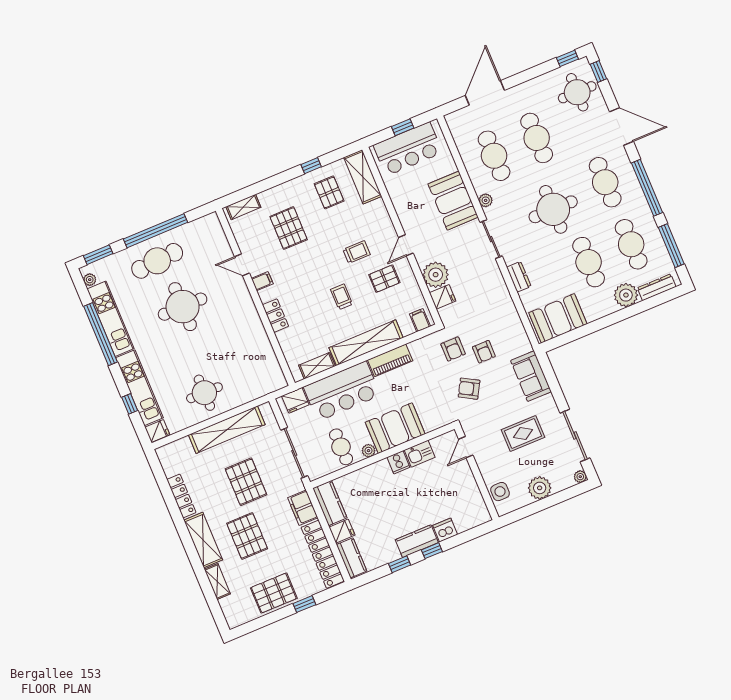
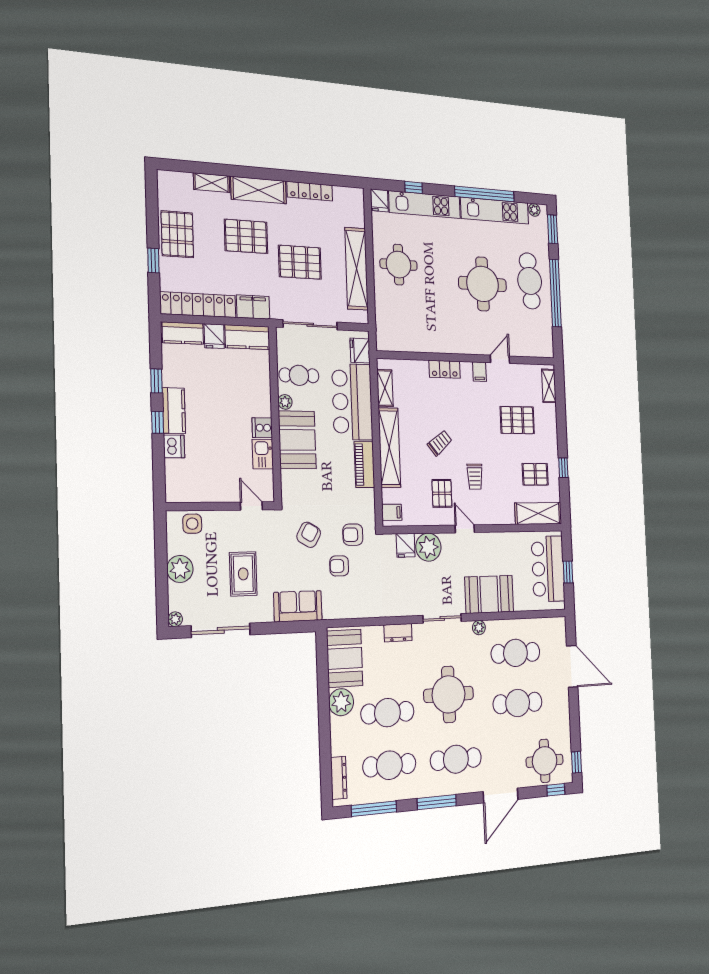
window: (647, 188) -> (437, 802), width x0.68
plant: (626, 295) -> (341, 702), moved
trolley: (342, 297) -> (440, 443), turned -39

